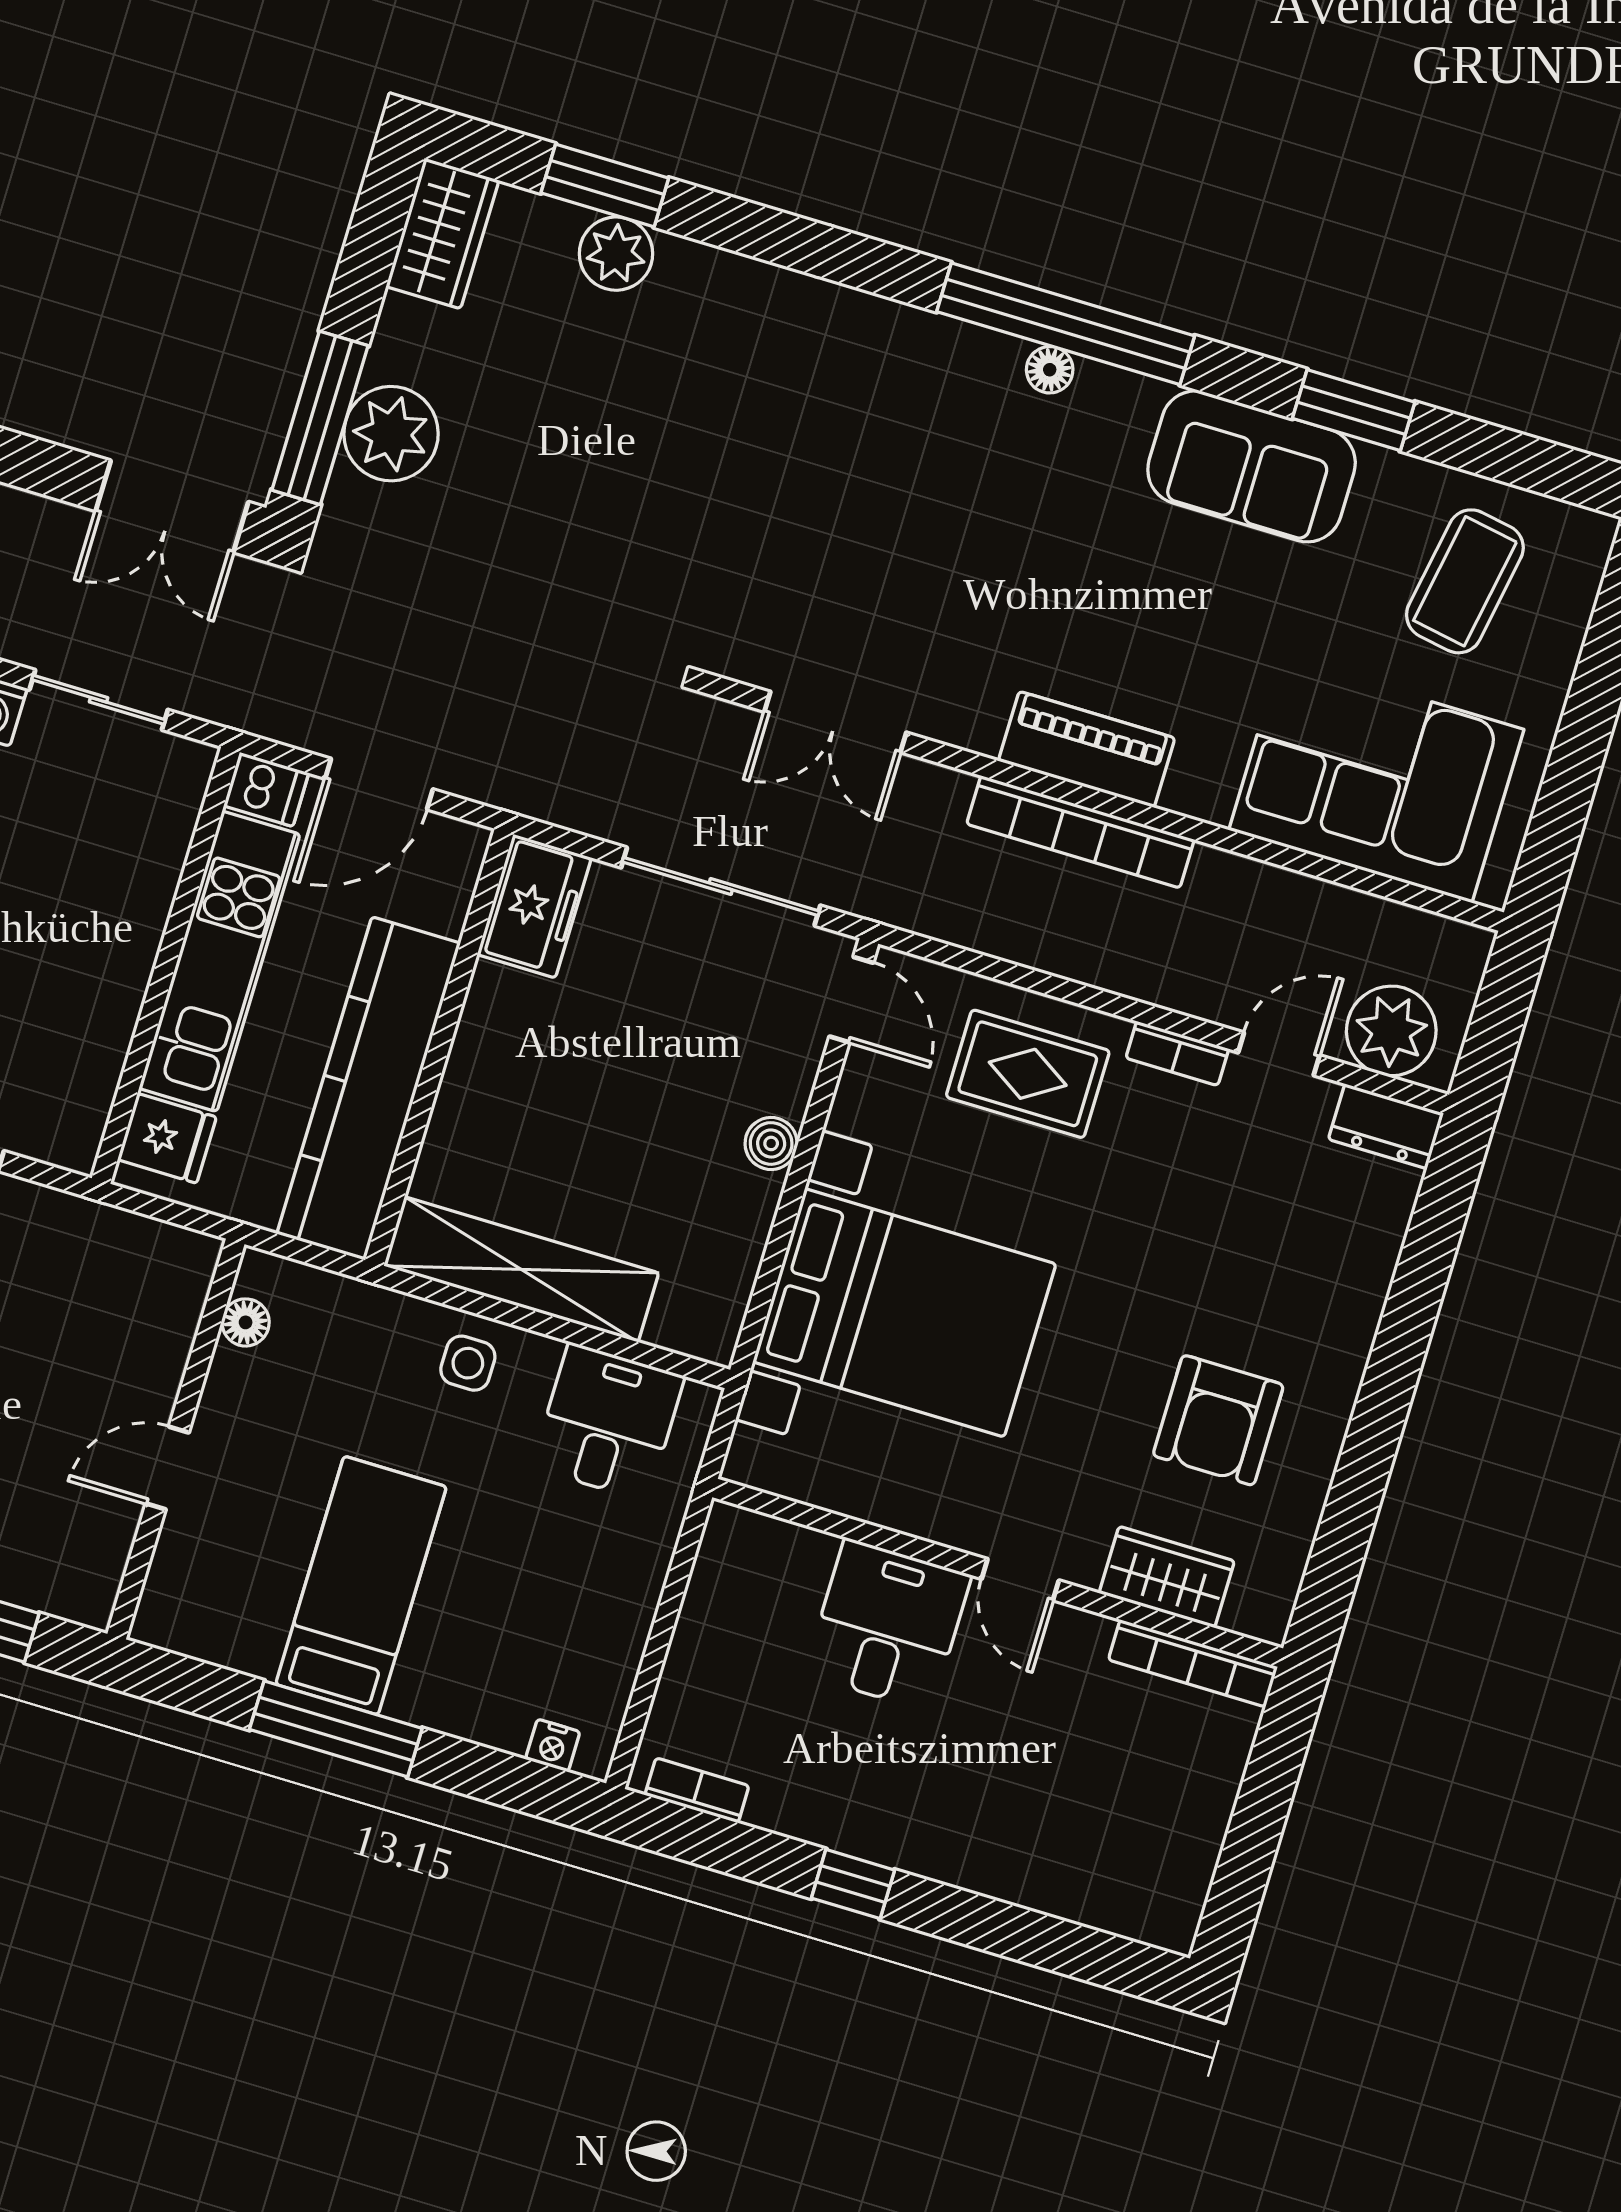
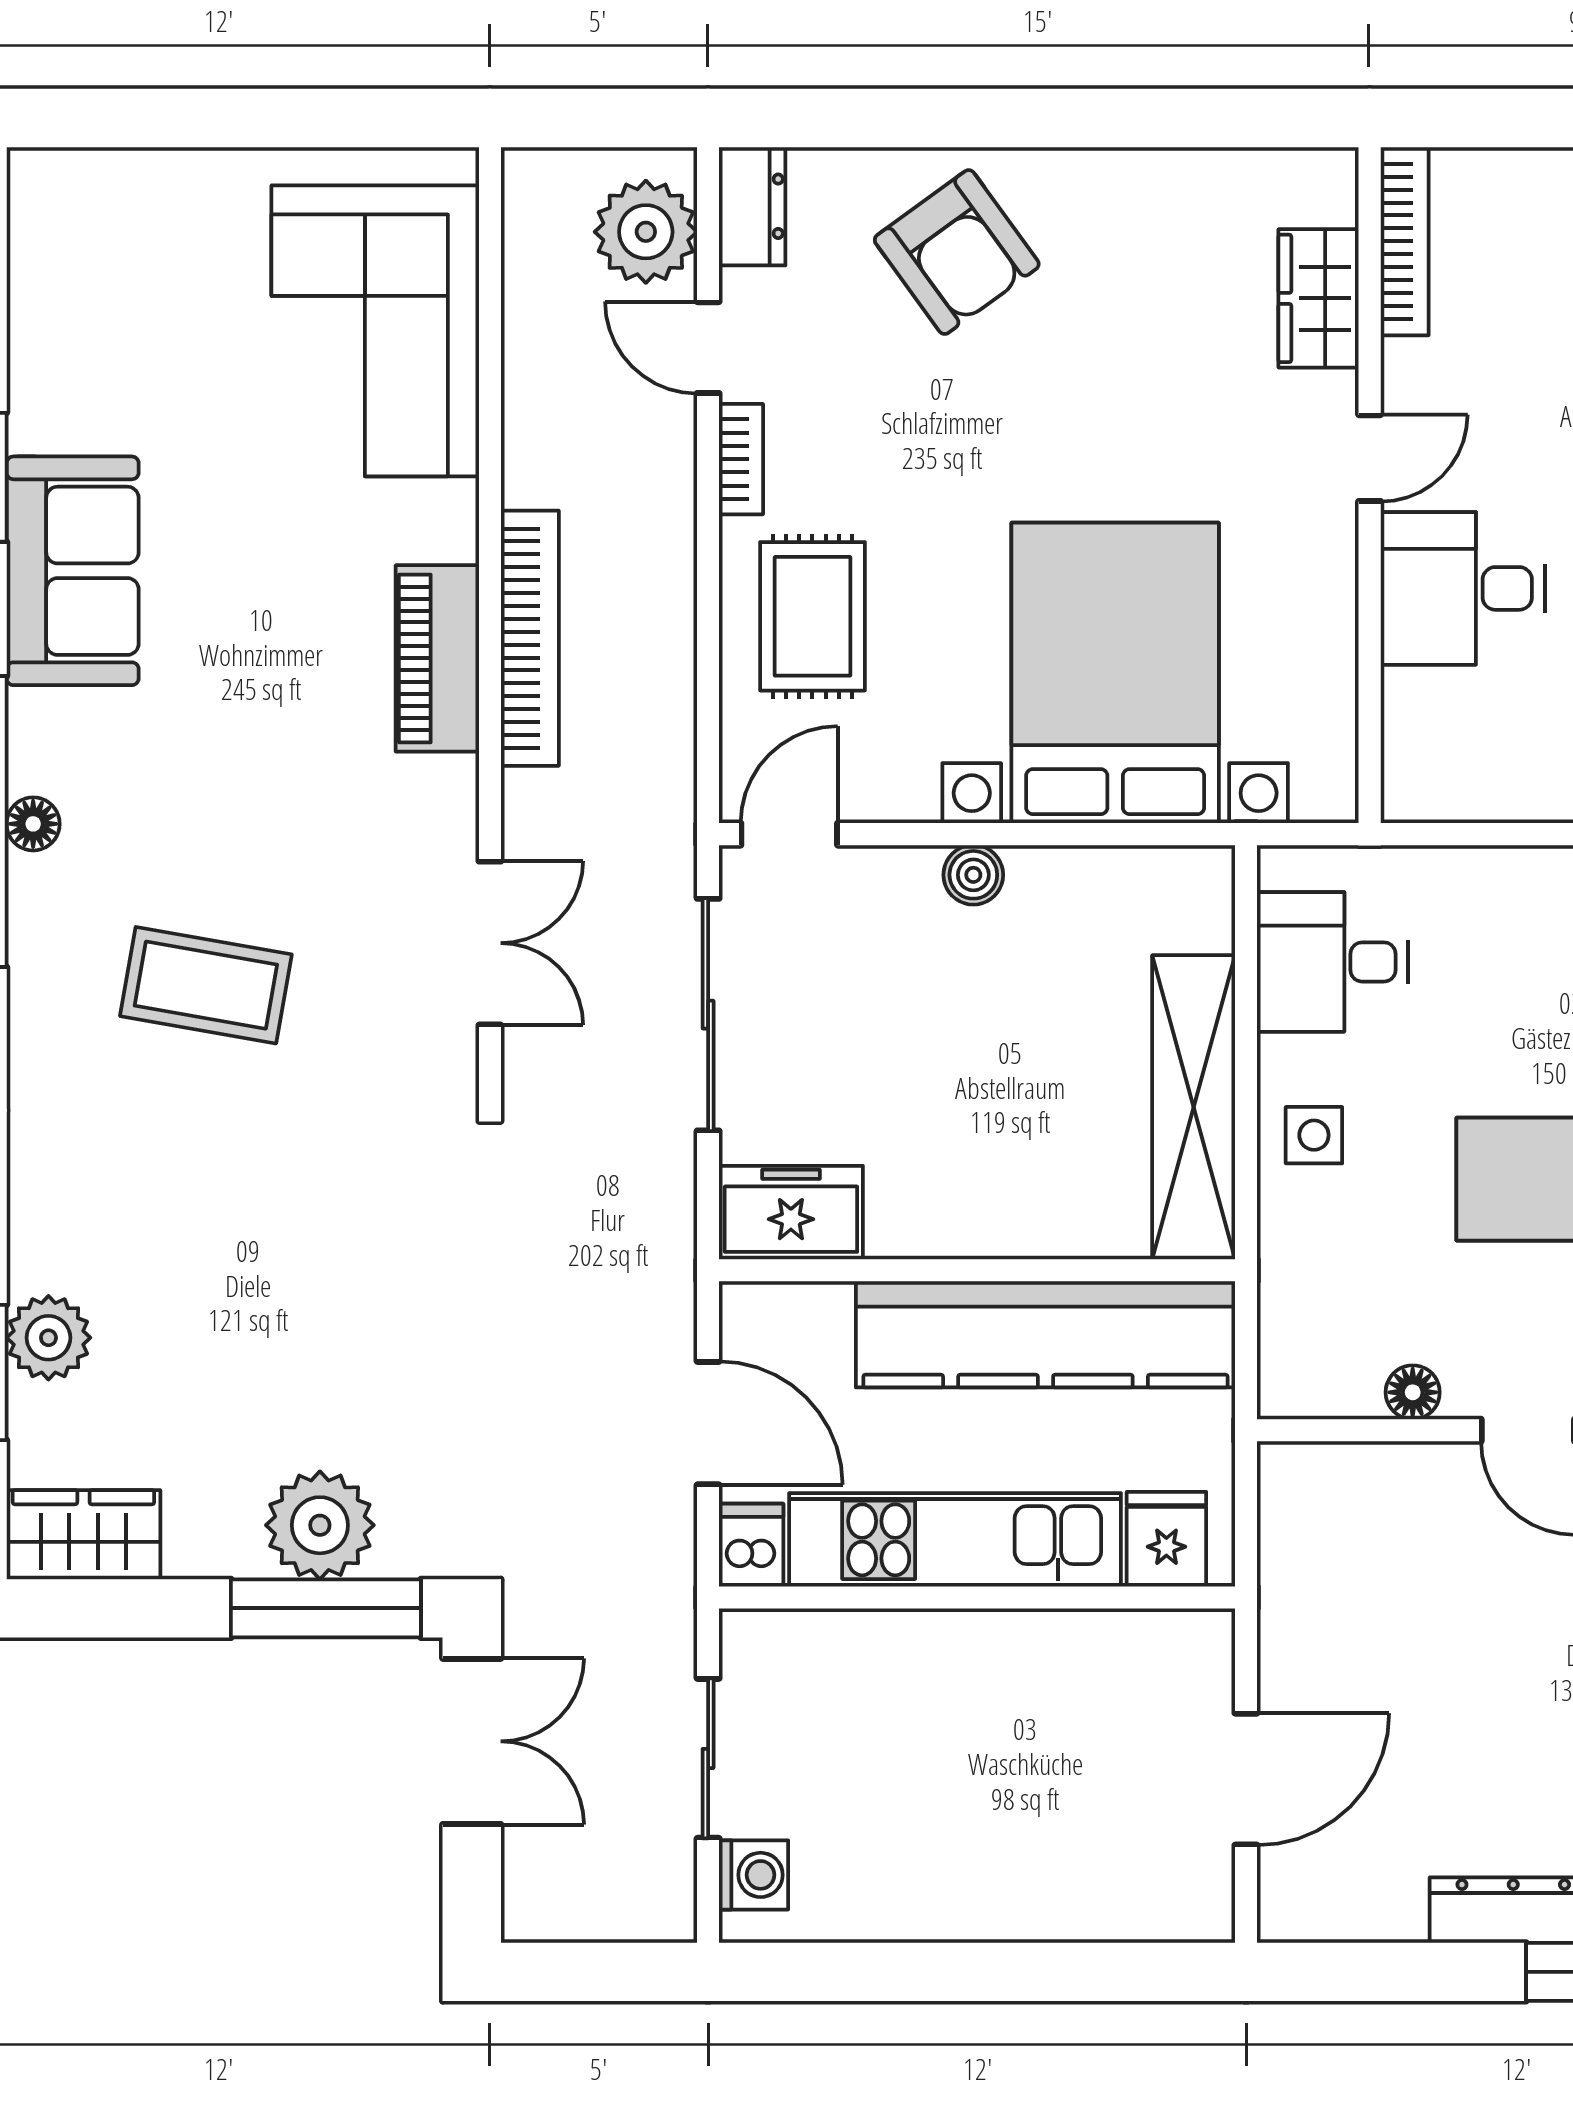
coffee table: (1465, 581) -> (206, 985), moved
floor lamp: (246, 1322) -> (1413, 1392), moved
armchair: (1218, 1420) -> (957, 252), moved, turned 54

